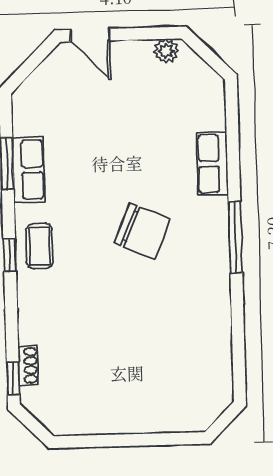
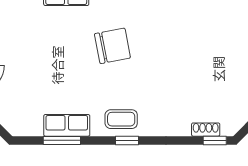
chair: (142, 231) -> (112, 46), turned 56

